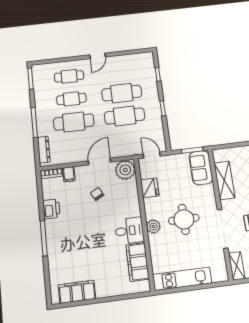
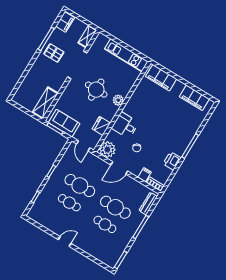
cafe table: (69, 76) -> (94, 242), removed
cafe table: (122, 93) -> (69, 203), width x0.73, depth x0.74
sofa: (201, 168) -> (64, 123), moved, turned -90
shelving: (224, 180) -> (45, 103), moved
desk: (129, 231) -> (125, 125), moved
filing cabinet: (137, 262) -> (161, 78), moved, turned 90

